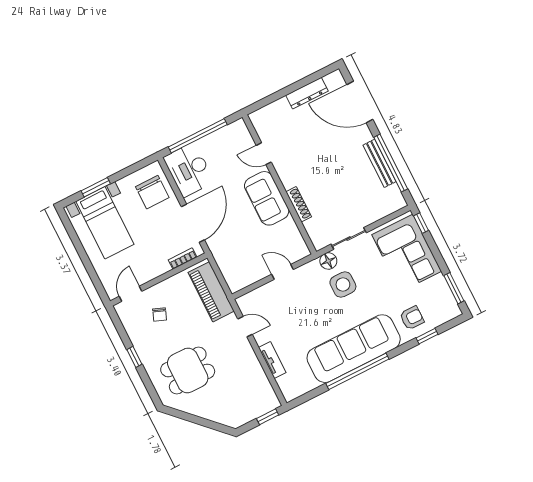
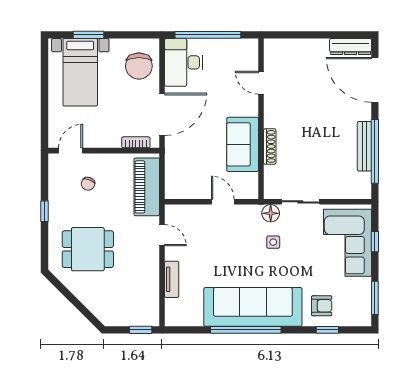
dresser: (307, 93) -> (351, 47), moved
sofa: (267, 198) -> (243, 144), moved
window: (421, 223) -> (375, 242), moved
side table: (343, 284) -> (273, 242), width x0.54, depth x0.54

